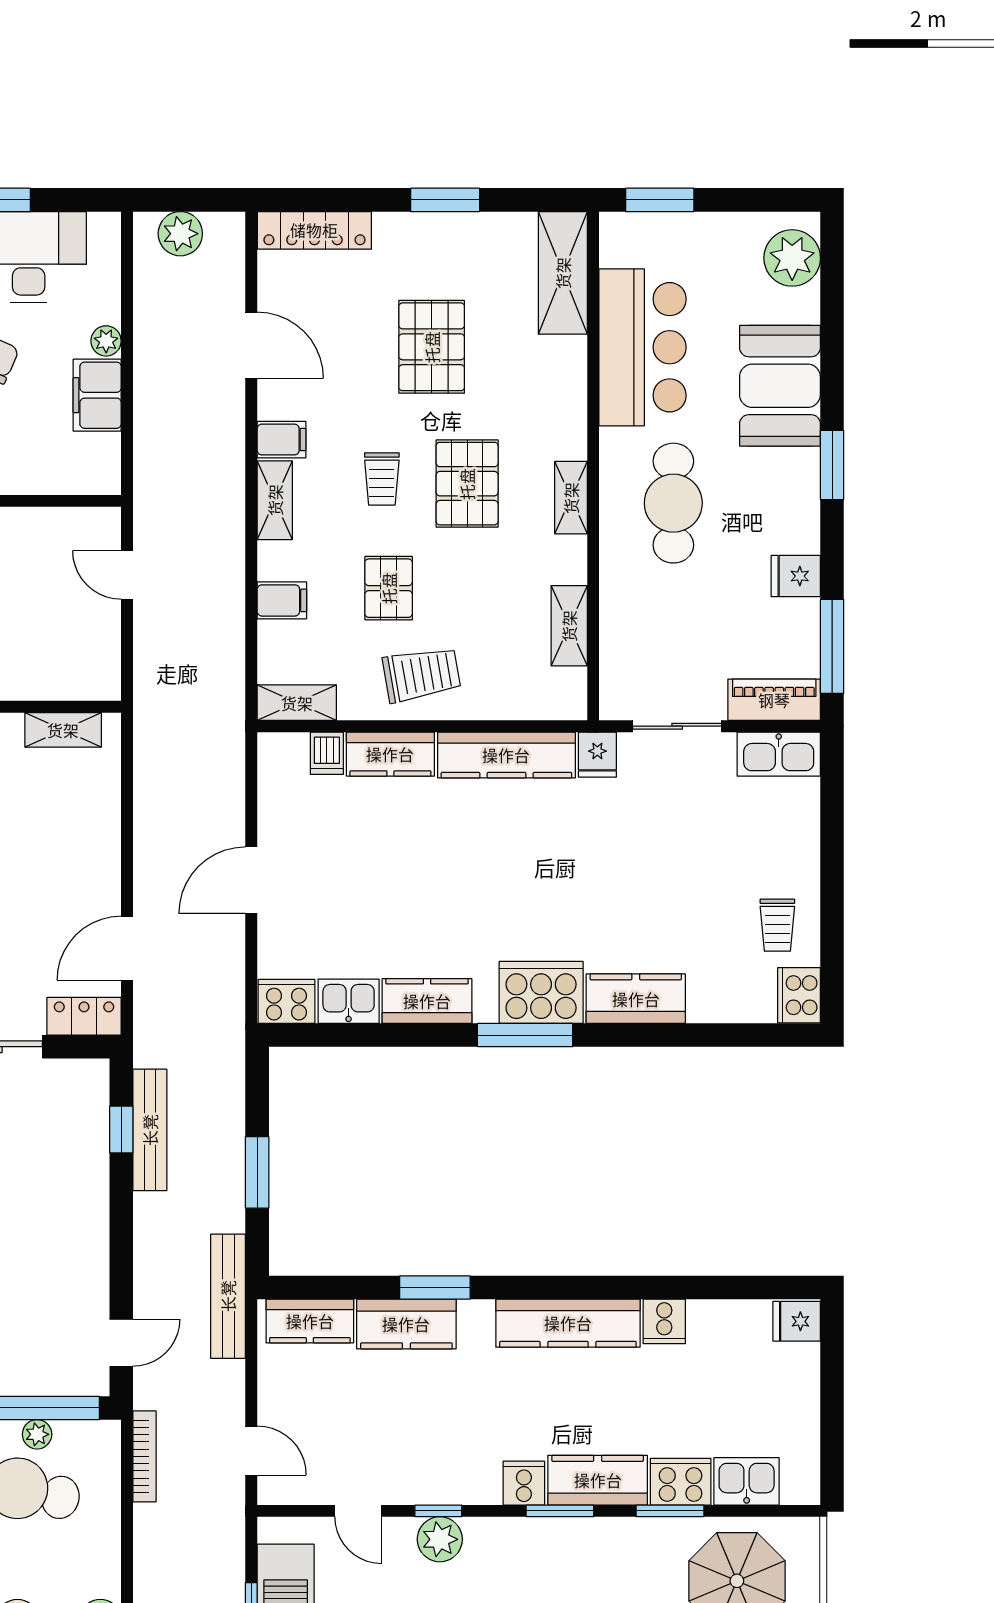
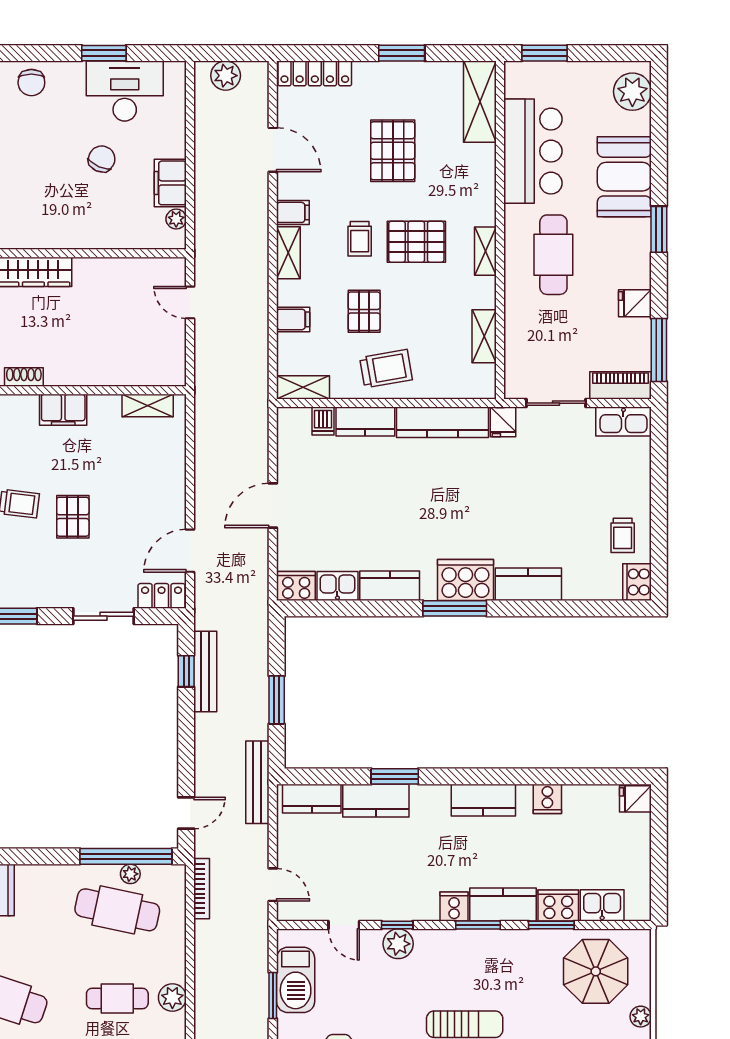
plant: (106, 341) -> (176, 219), moved
pallet: (467, 484) -> (416, 242), turned 90
kitchen counter: (568, 1323) -> (483, 800), width x0.67

